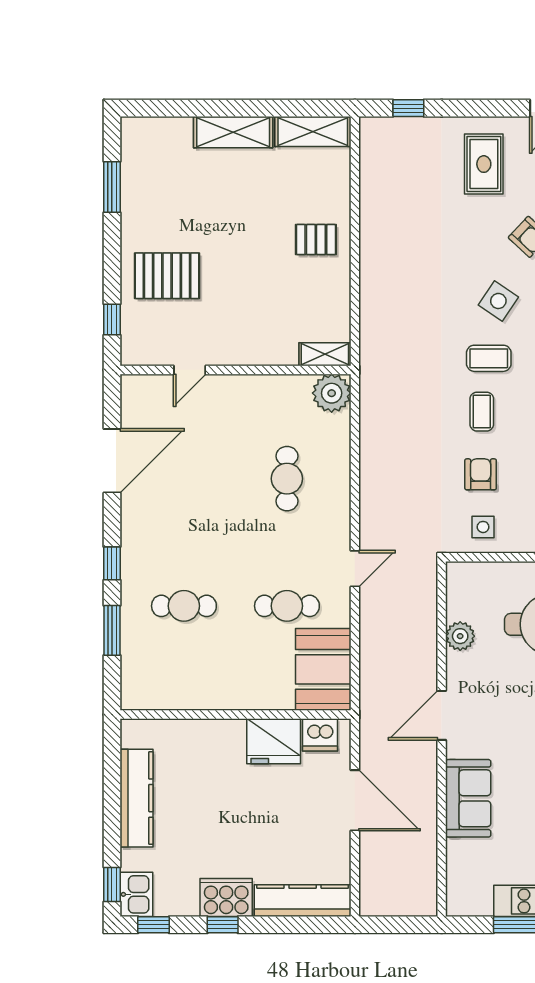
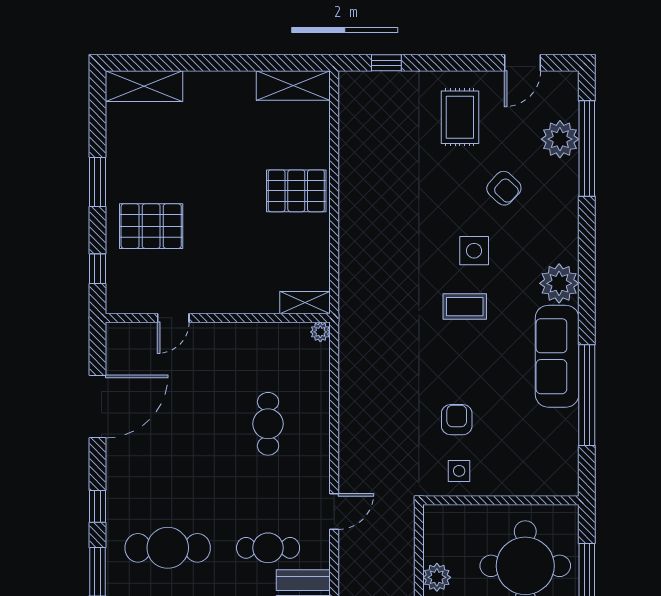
shelving: (233, 132) -> (144, 86), moved
window: (112, 187) -> (98, 182), moved
pallet: (316, 240) -> (296, 191), width x1.50, depth x1.42
side table: (498, 301) -> (474, 251), turned -34
plant: (332, 393) -> (320, 332), width x0.53, depth x0.53
coffee table: (482, 412) -> (458, 358), removed
cafe table: (184, 606) -> (168, 548), width x1.37, depth x1.35

